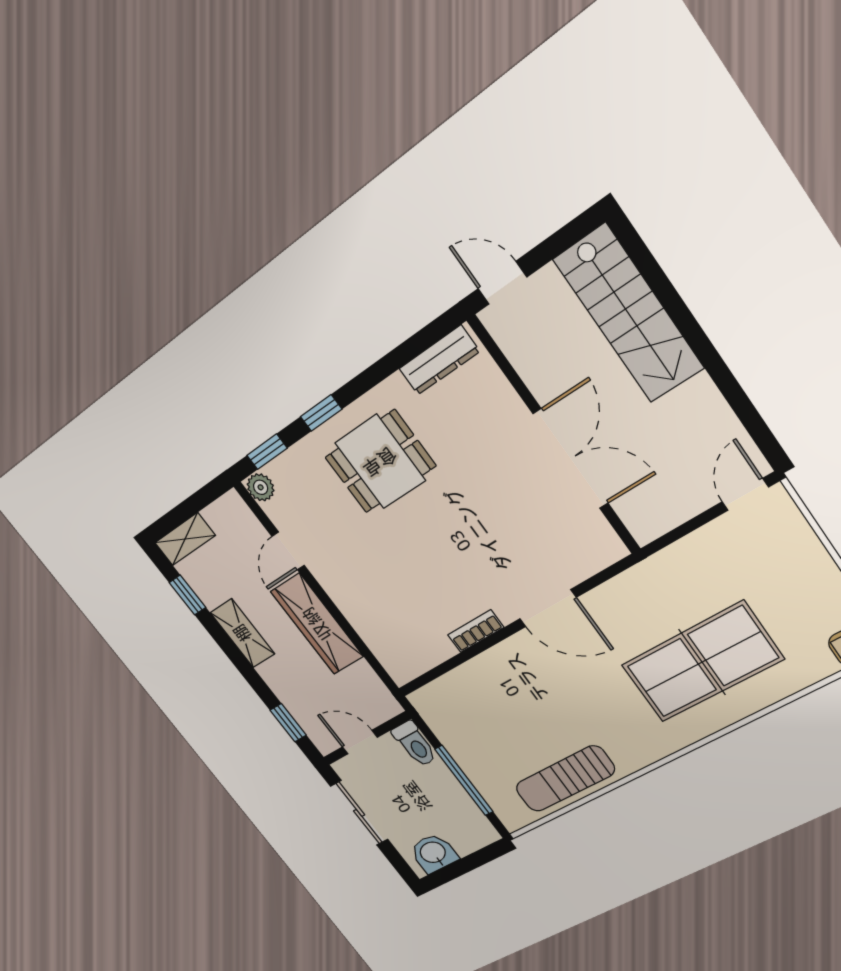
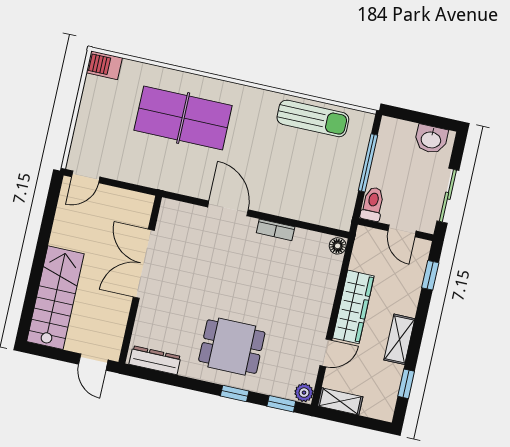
shelving: (185, 539) -> (340, 401), moved
floor lamp: (399, 672) -> (338, 246), added

